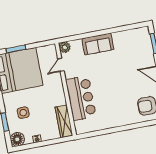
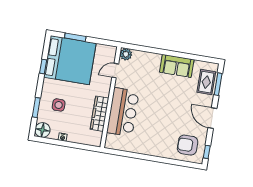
sofa: (98, 44) -> (177, 66), moved
rug: (143, 46) -> (206, 82), added
wardrobe: (64, 121) -> (99, 114), moved

